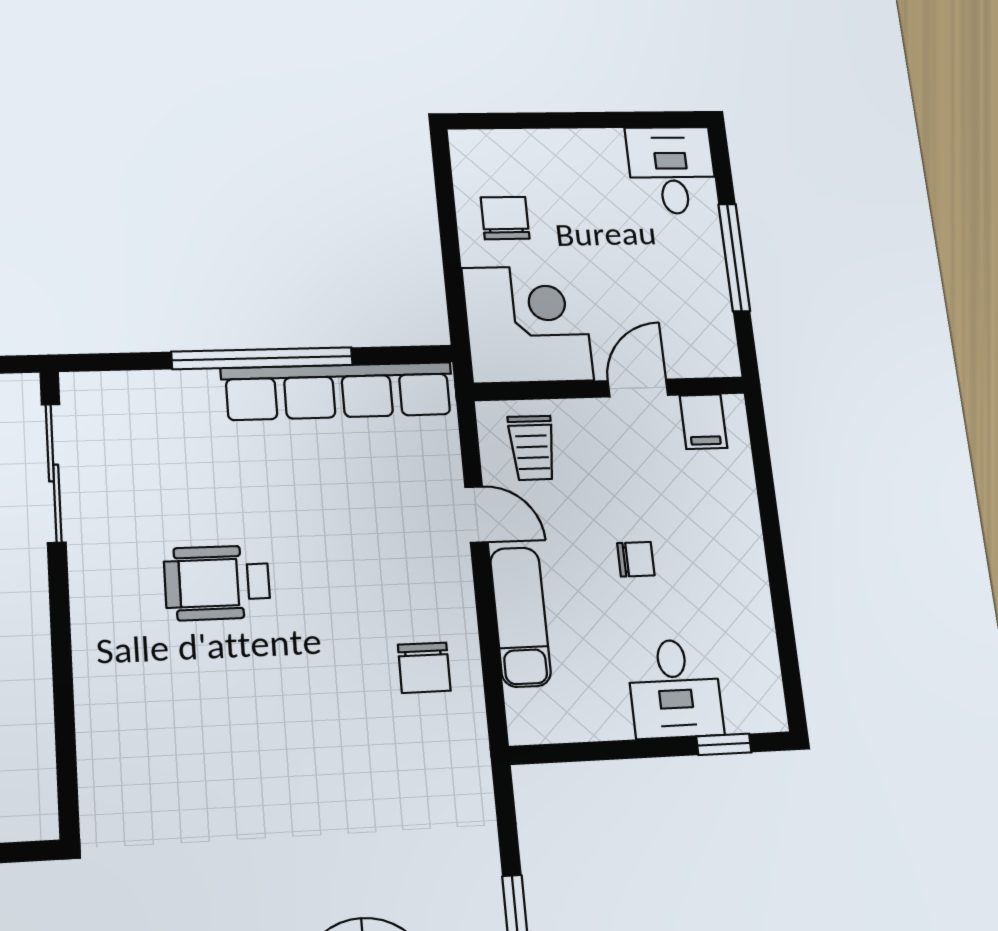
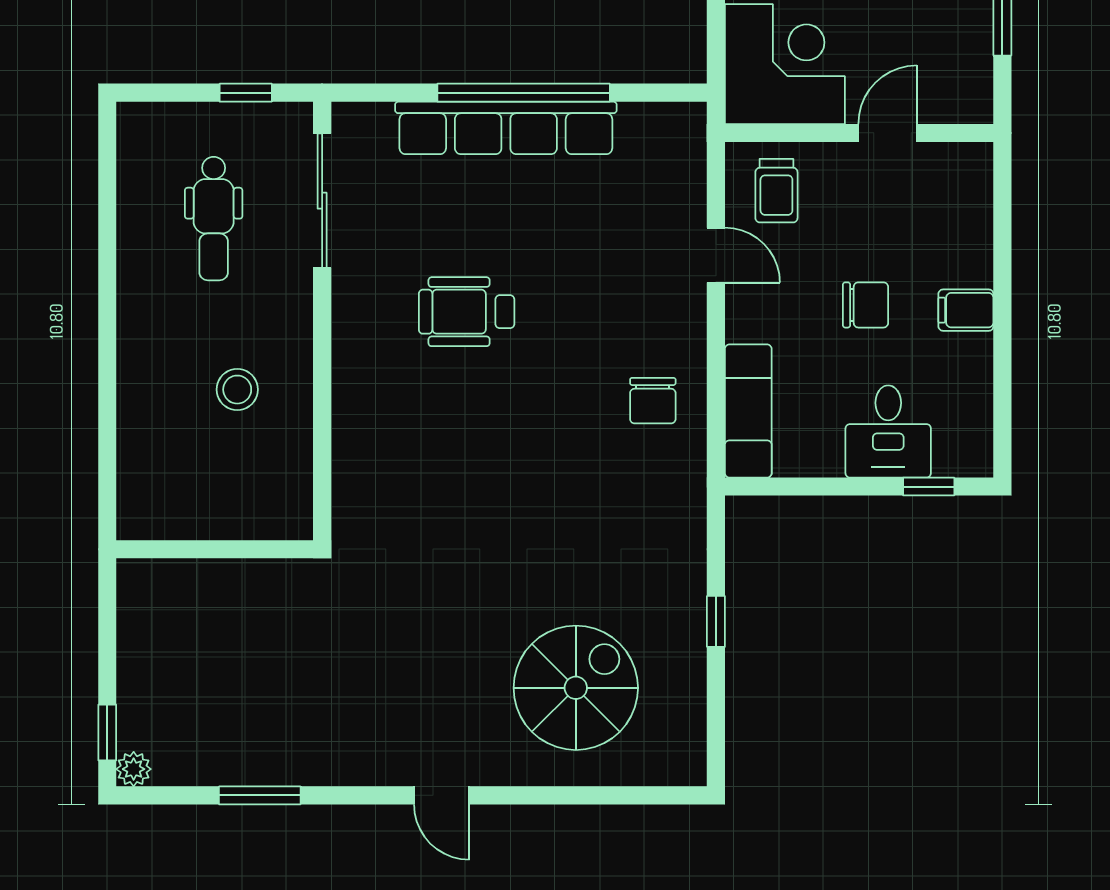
row of seats: (338, 391) -> (506, 128), moved
filing cabinet: (703, 422) -> (966, 310), moved, turned 90
chair: (636, 559) -> (865, 305), width x1.37, depth x1.37
exam couch: (520, 617) -> (748, 411), moved

